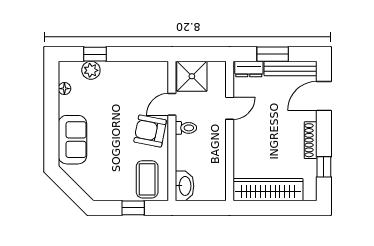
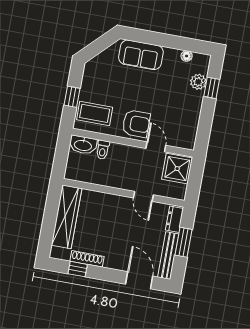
toilet: (186, 128) -> (103, 150), moved
armchair: (150, 131) -> (136, 124), turned 79
shoe rack: (311, 140) -> (87, 259), moved

